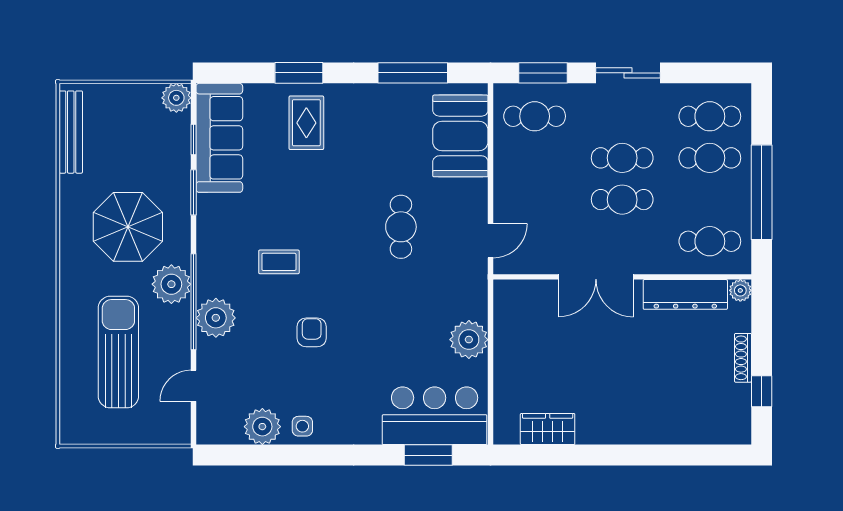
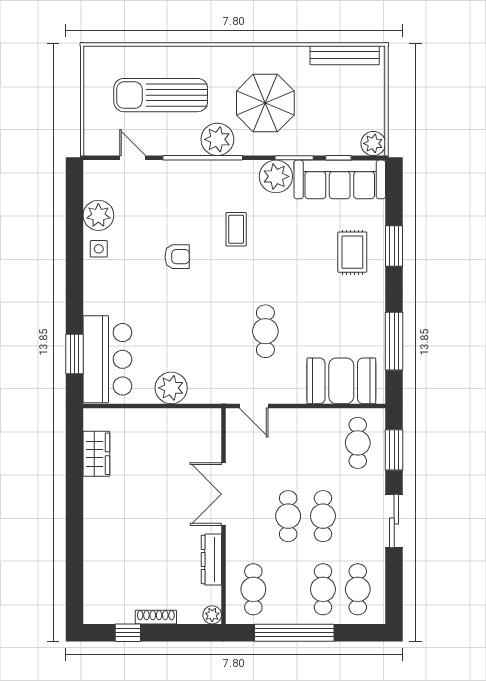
rug: (306, 123) -> (352, 252), turned 90
cafe table: (401, 227) -> (265, 331), turned 90
dresser: (685, 294) -> (211, 559), width x0.73, depth x0.80
plant: (216, 318) -> (276, 176), moved
sun lounger: (118, 352) -> (161, 95), turned 180

